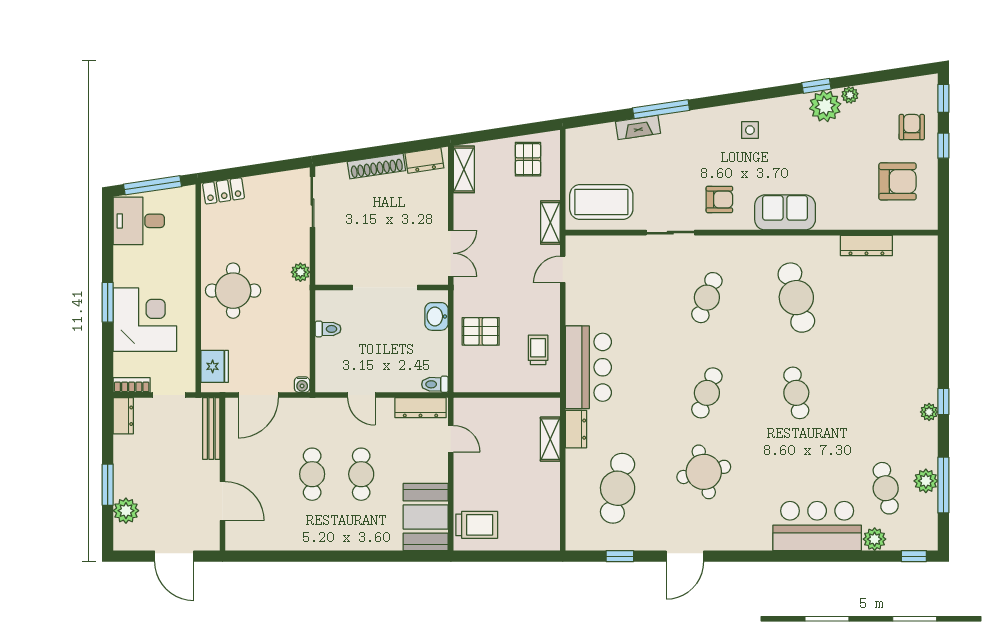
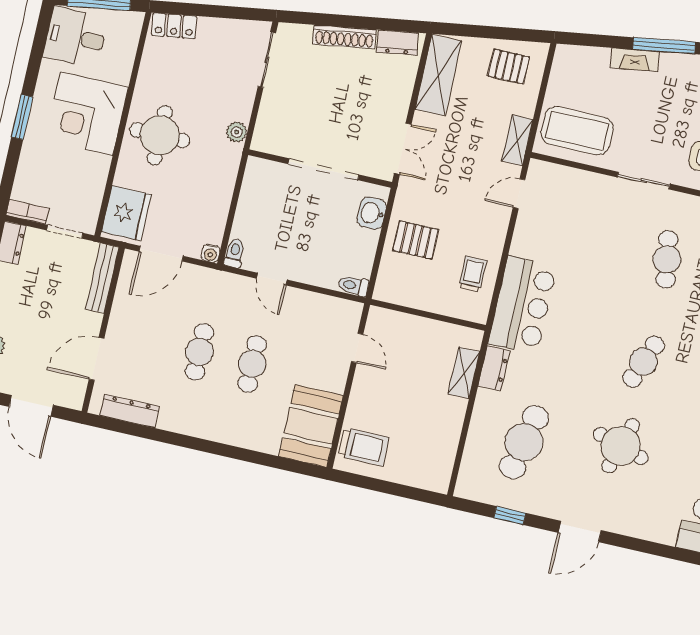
pallet: (528, 159) -> (509, 67), turned 90
shelving: (464, 169) -> (438, 75), width x1.50, depth x1.33
cafe table: (707, 298) -> (667, 259), turned -30
corner desk: (145, 320) -> (87, 114), moved, turned 180
toilet: (328, 329) -> (234, 253), moved, turned -90
fridge: (215, 366) -> (126, 213), width x1.36, depth x1.34
dresser: (420, 408) -> (130, 411), moved, turned 180
round table: (704, 472) -> (621, 446), turned 31
door: (222, 501) -> (97, 359), swing flipped

